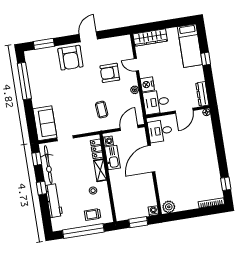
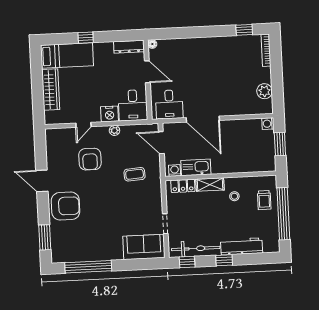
wardrobe: (150, 37) -> (51, 90), moved
plant: (169, 207) -> (265, 91), moved

